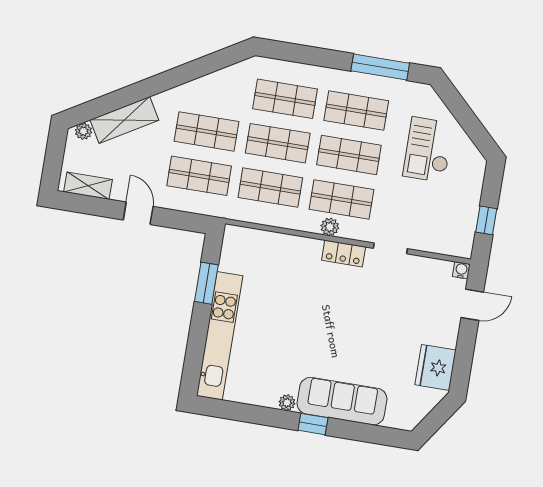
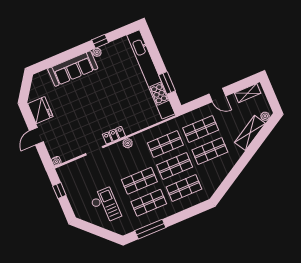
shop shelf: (342, 199) -> (130, 159), removed
door: (472, 305) -> (36, 136), moved
kitchen unit: (220, 336) -> (151, 74), width x1.36
window: (313, 424) -> (100, 41), moved

